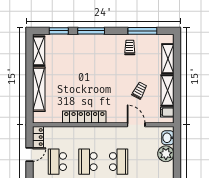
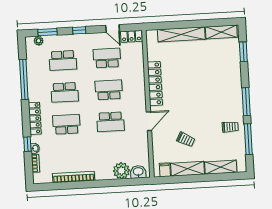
window: (91, 31) -> (246, 102), moved
door: (136, 125) -> (149, 121), moved

